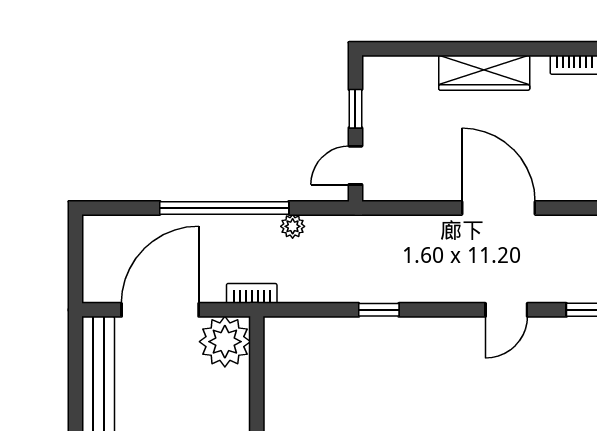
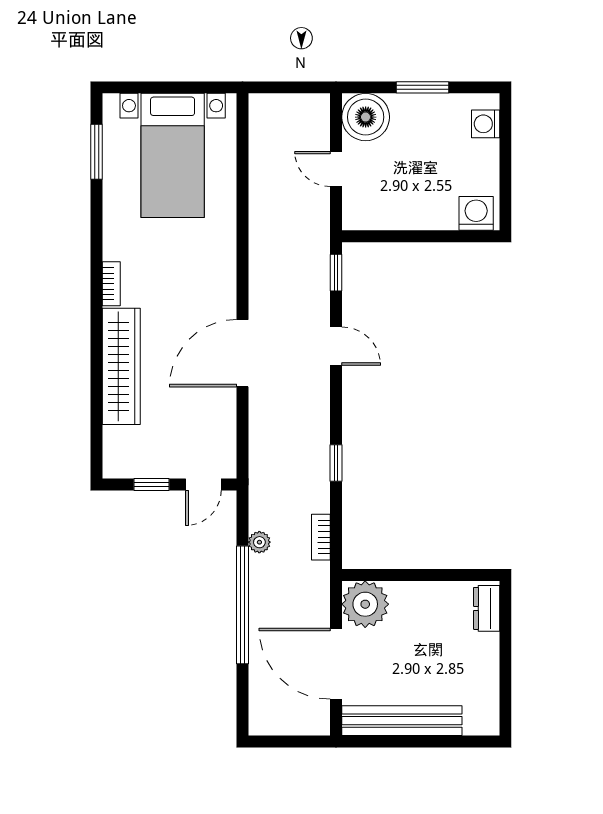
wardrobe: (484, 73) -> (121, 366), width x1.40, depth x1.17
door: (355, 165) -> (203, 484), hinge flipped
bookcase: (252, 293) -> (321, 537), moved

